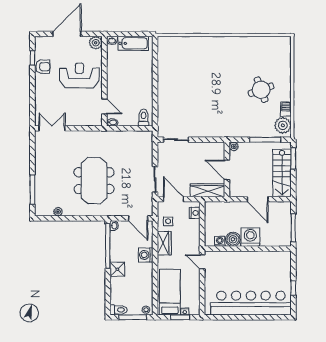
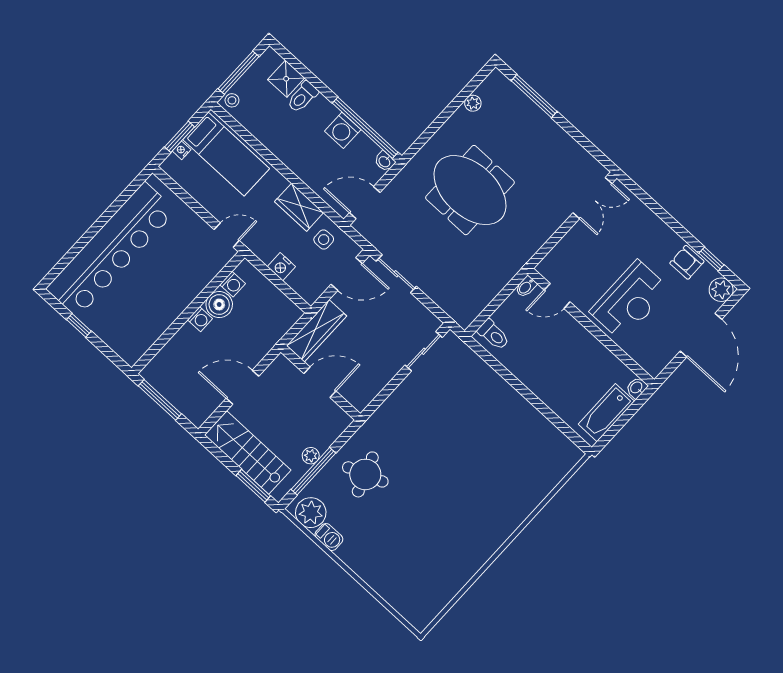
plant: (96, 43) -> (721, 290), moved
armchair: (43, 67) -> (687, 262), turned 89
round table: (261, 90) -> (365, 474), moved
plant: (234, 146) -> (311, 456), moved
nightstand: (195, 213) -> (281, 267), moved
washing machine: (250, 237) -> (200, 319), width x0.53, depth x0.53
washing machine: (146, 255) -> (343, 130), moved, turned 180
shower: (117, 269) -> (286, 79), moved
toilet: (119, 310) -> (303, 97), moved

